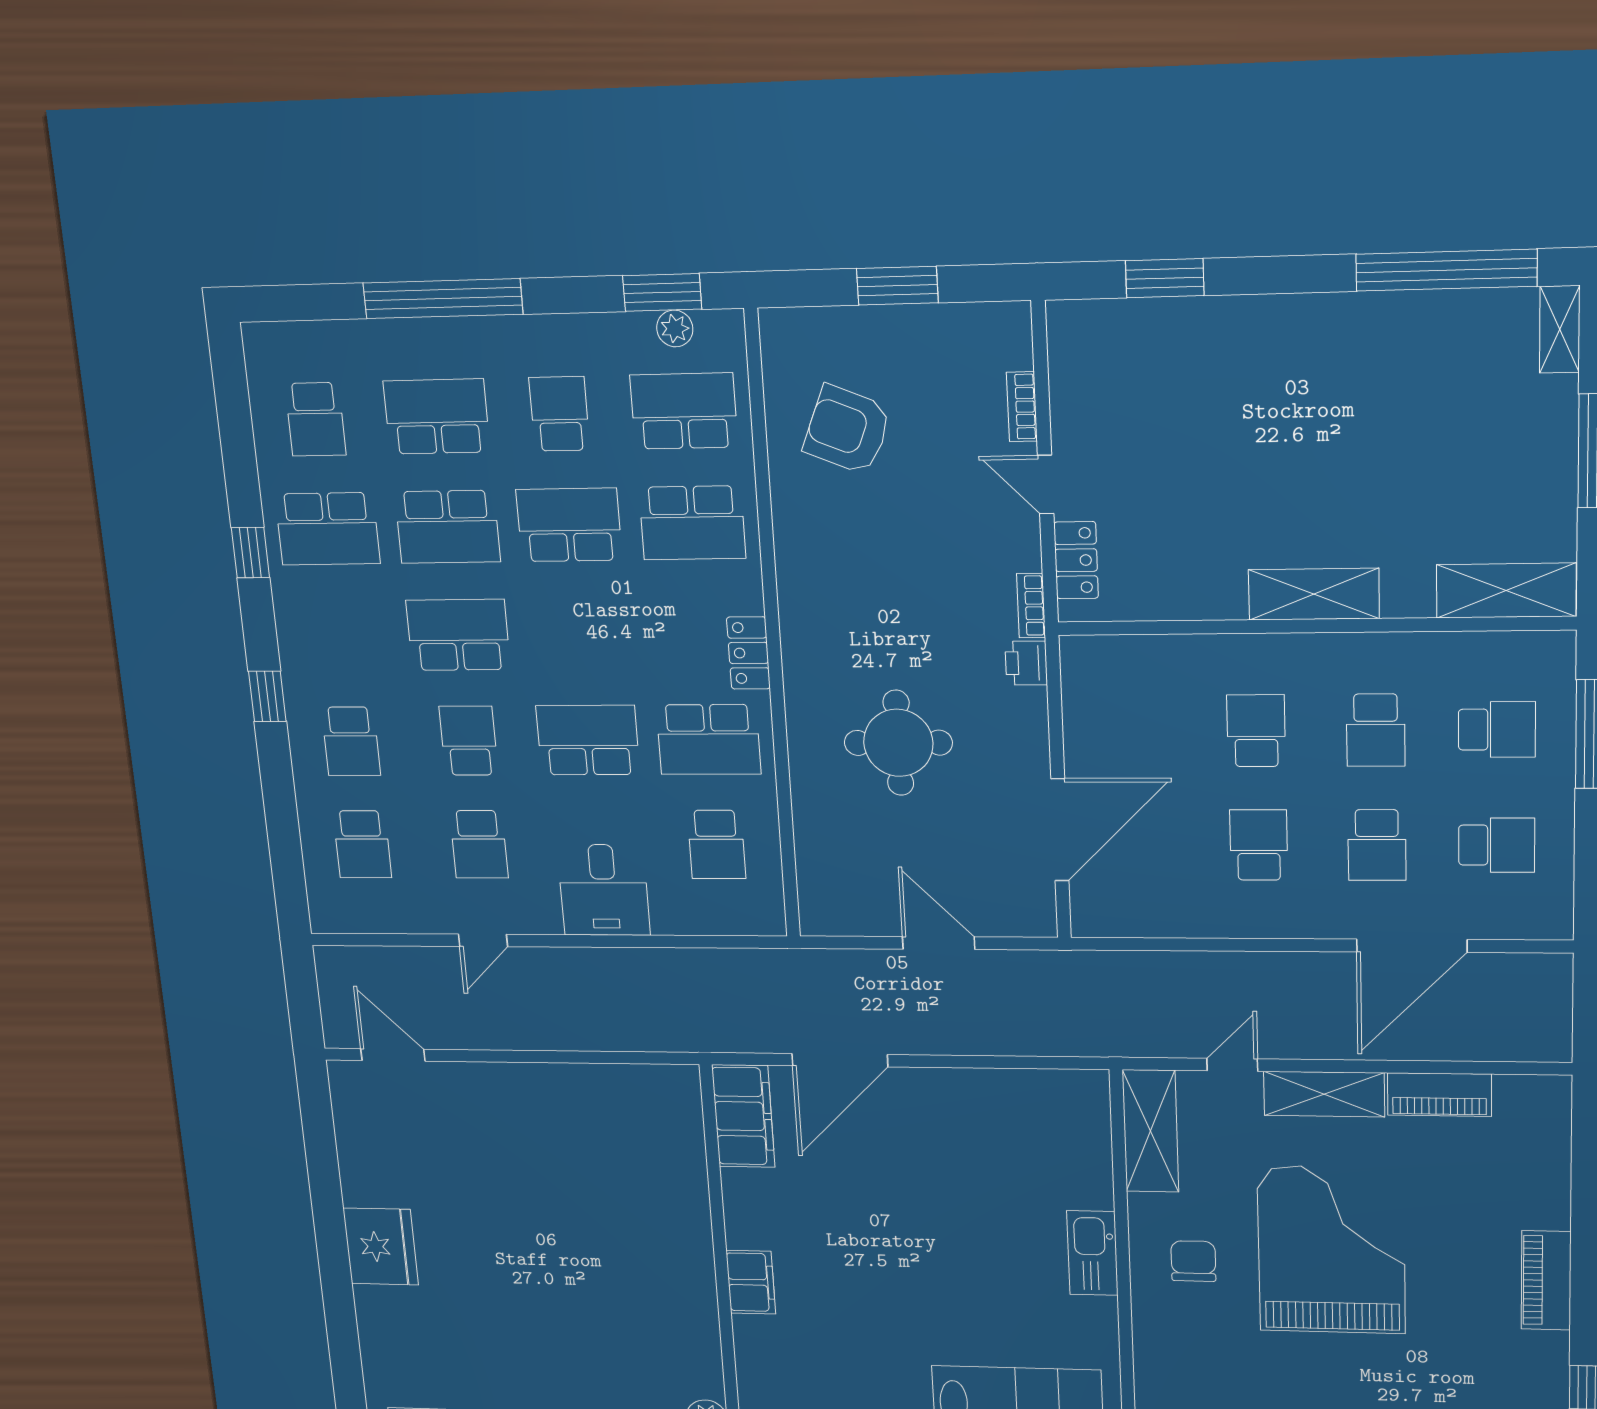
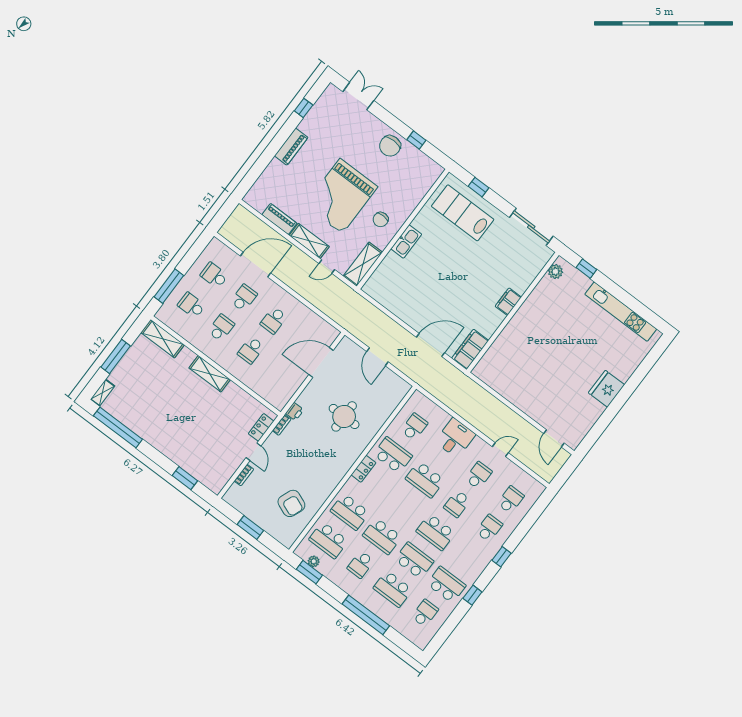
school desk: (692, 523) -> (350, 512), turned 180

